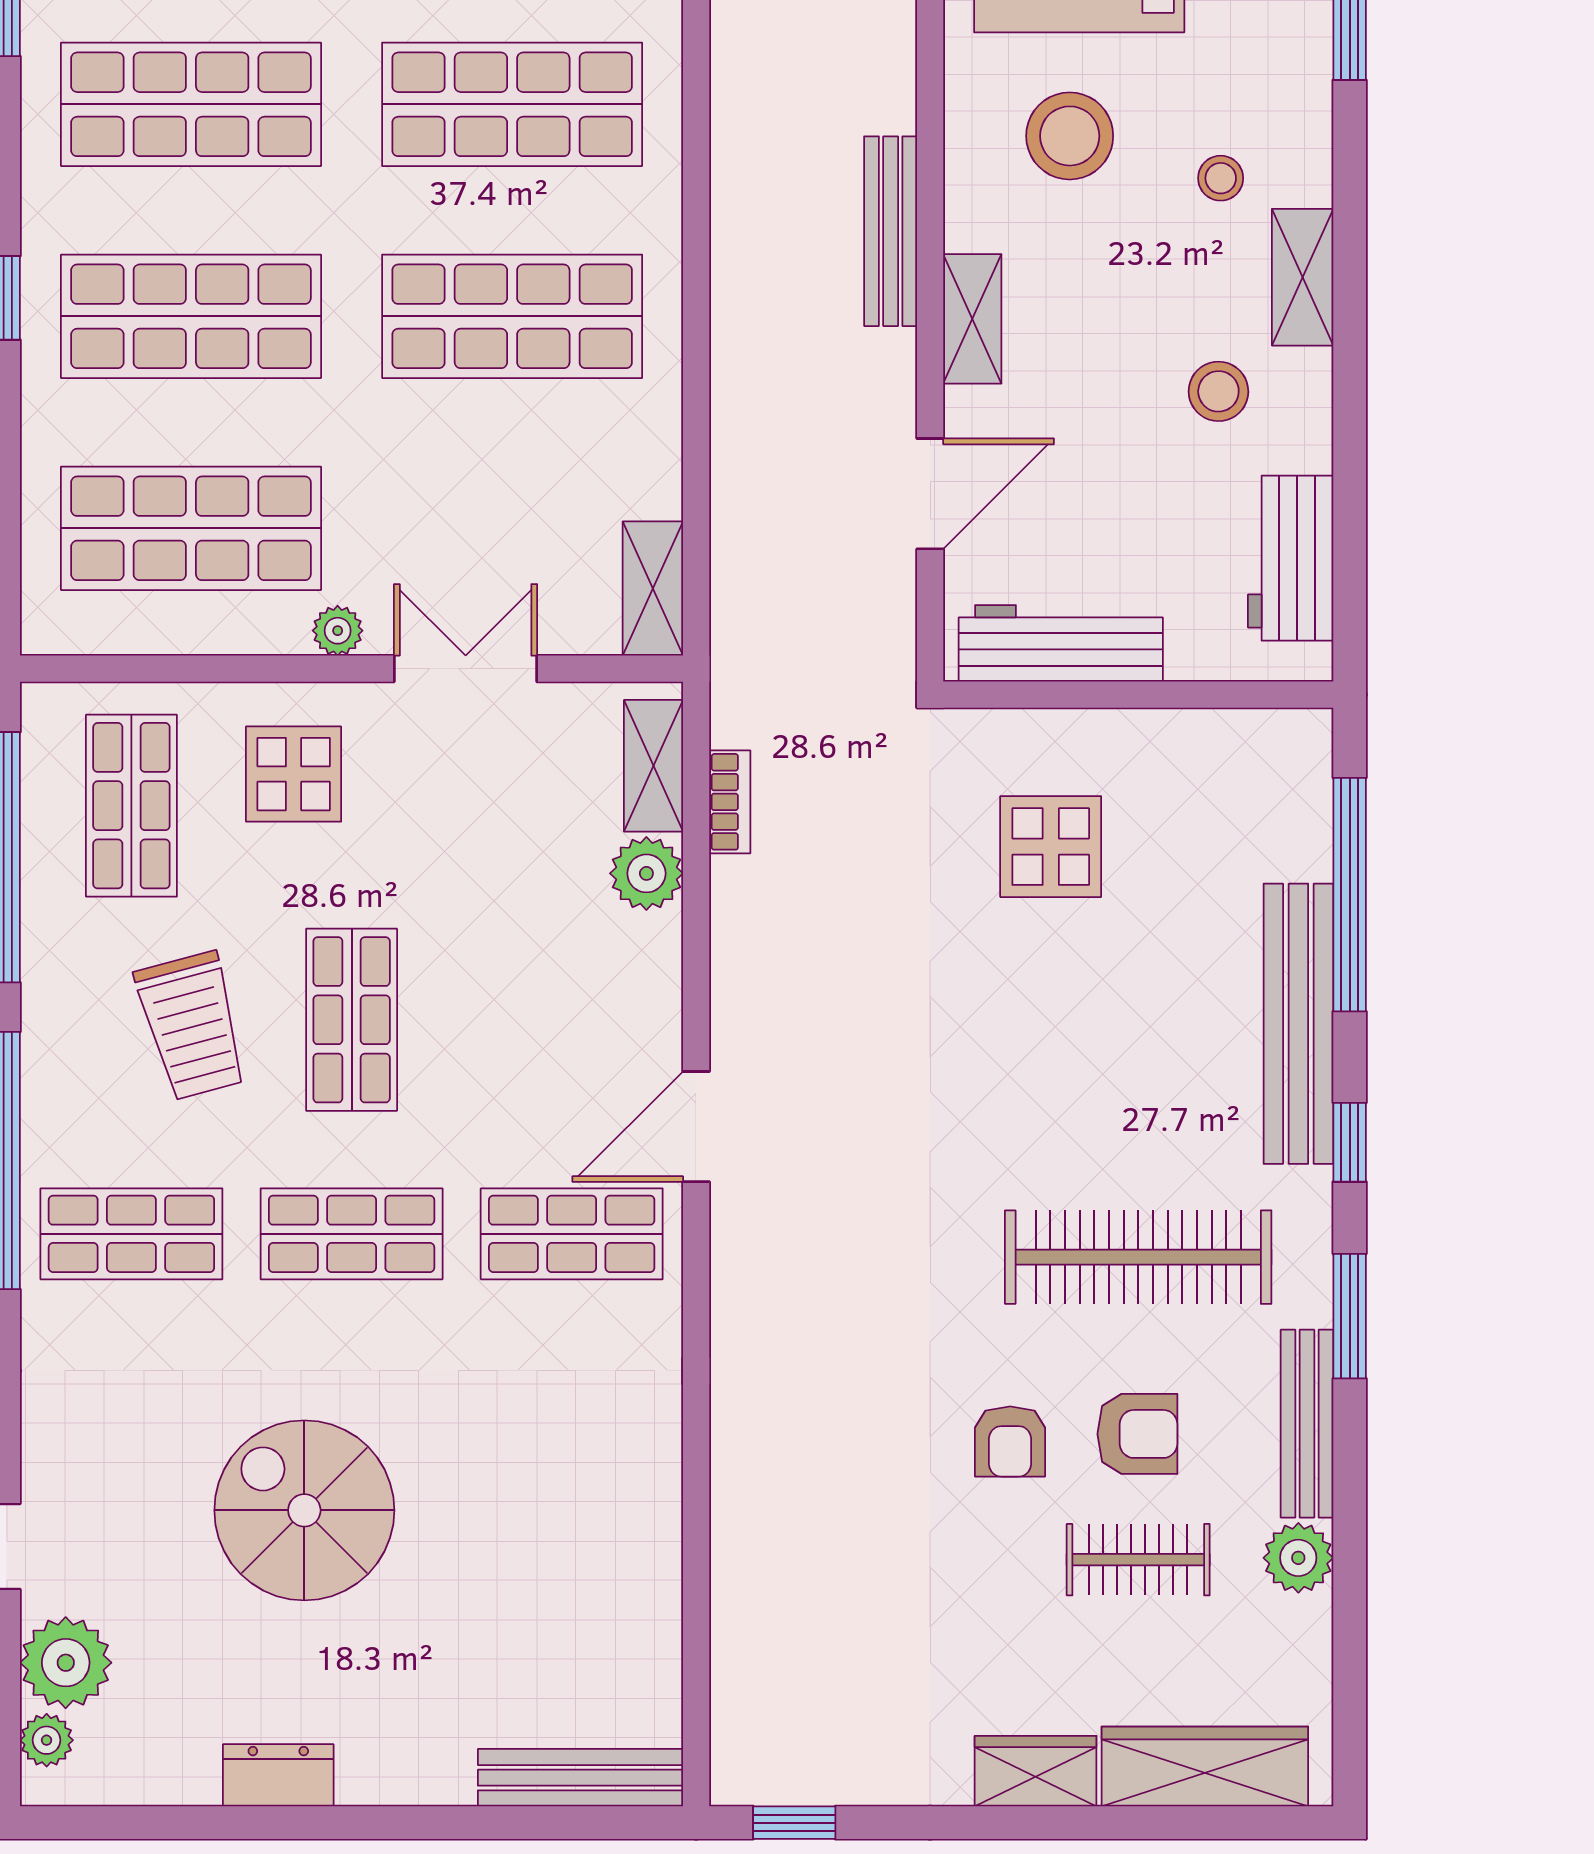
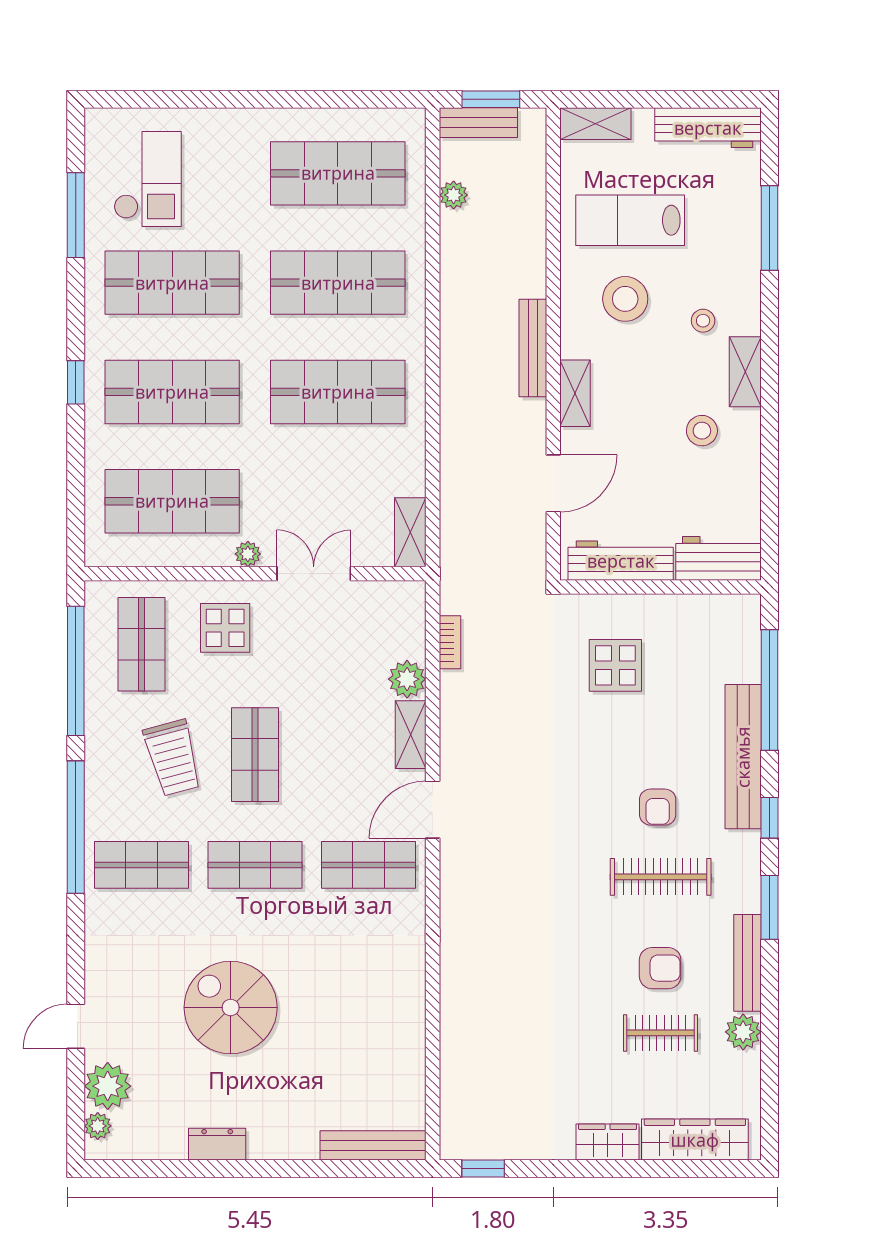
workbench: (1291, 558) -> (719, 558), moved, turned 90
shelving: (654, 766) -> (411, 735), moved
clothes rail: (1138, 1257) -> (661, 877), width x0.73, depth x0.76
armchair: (1010, 1442) -> (658, 807), moved

